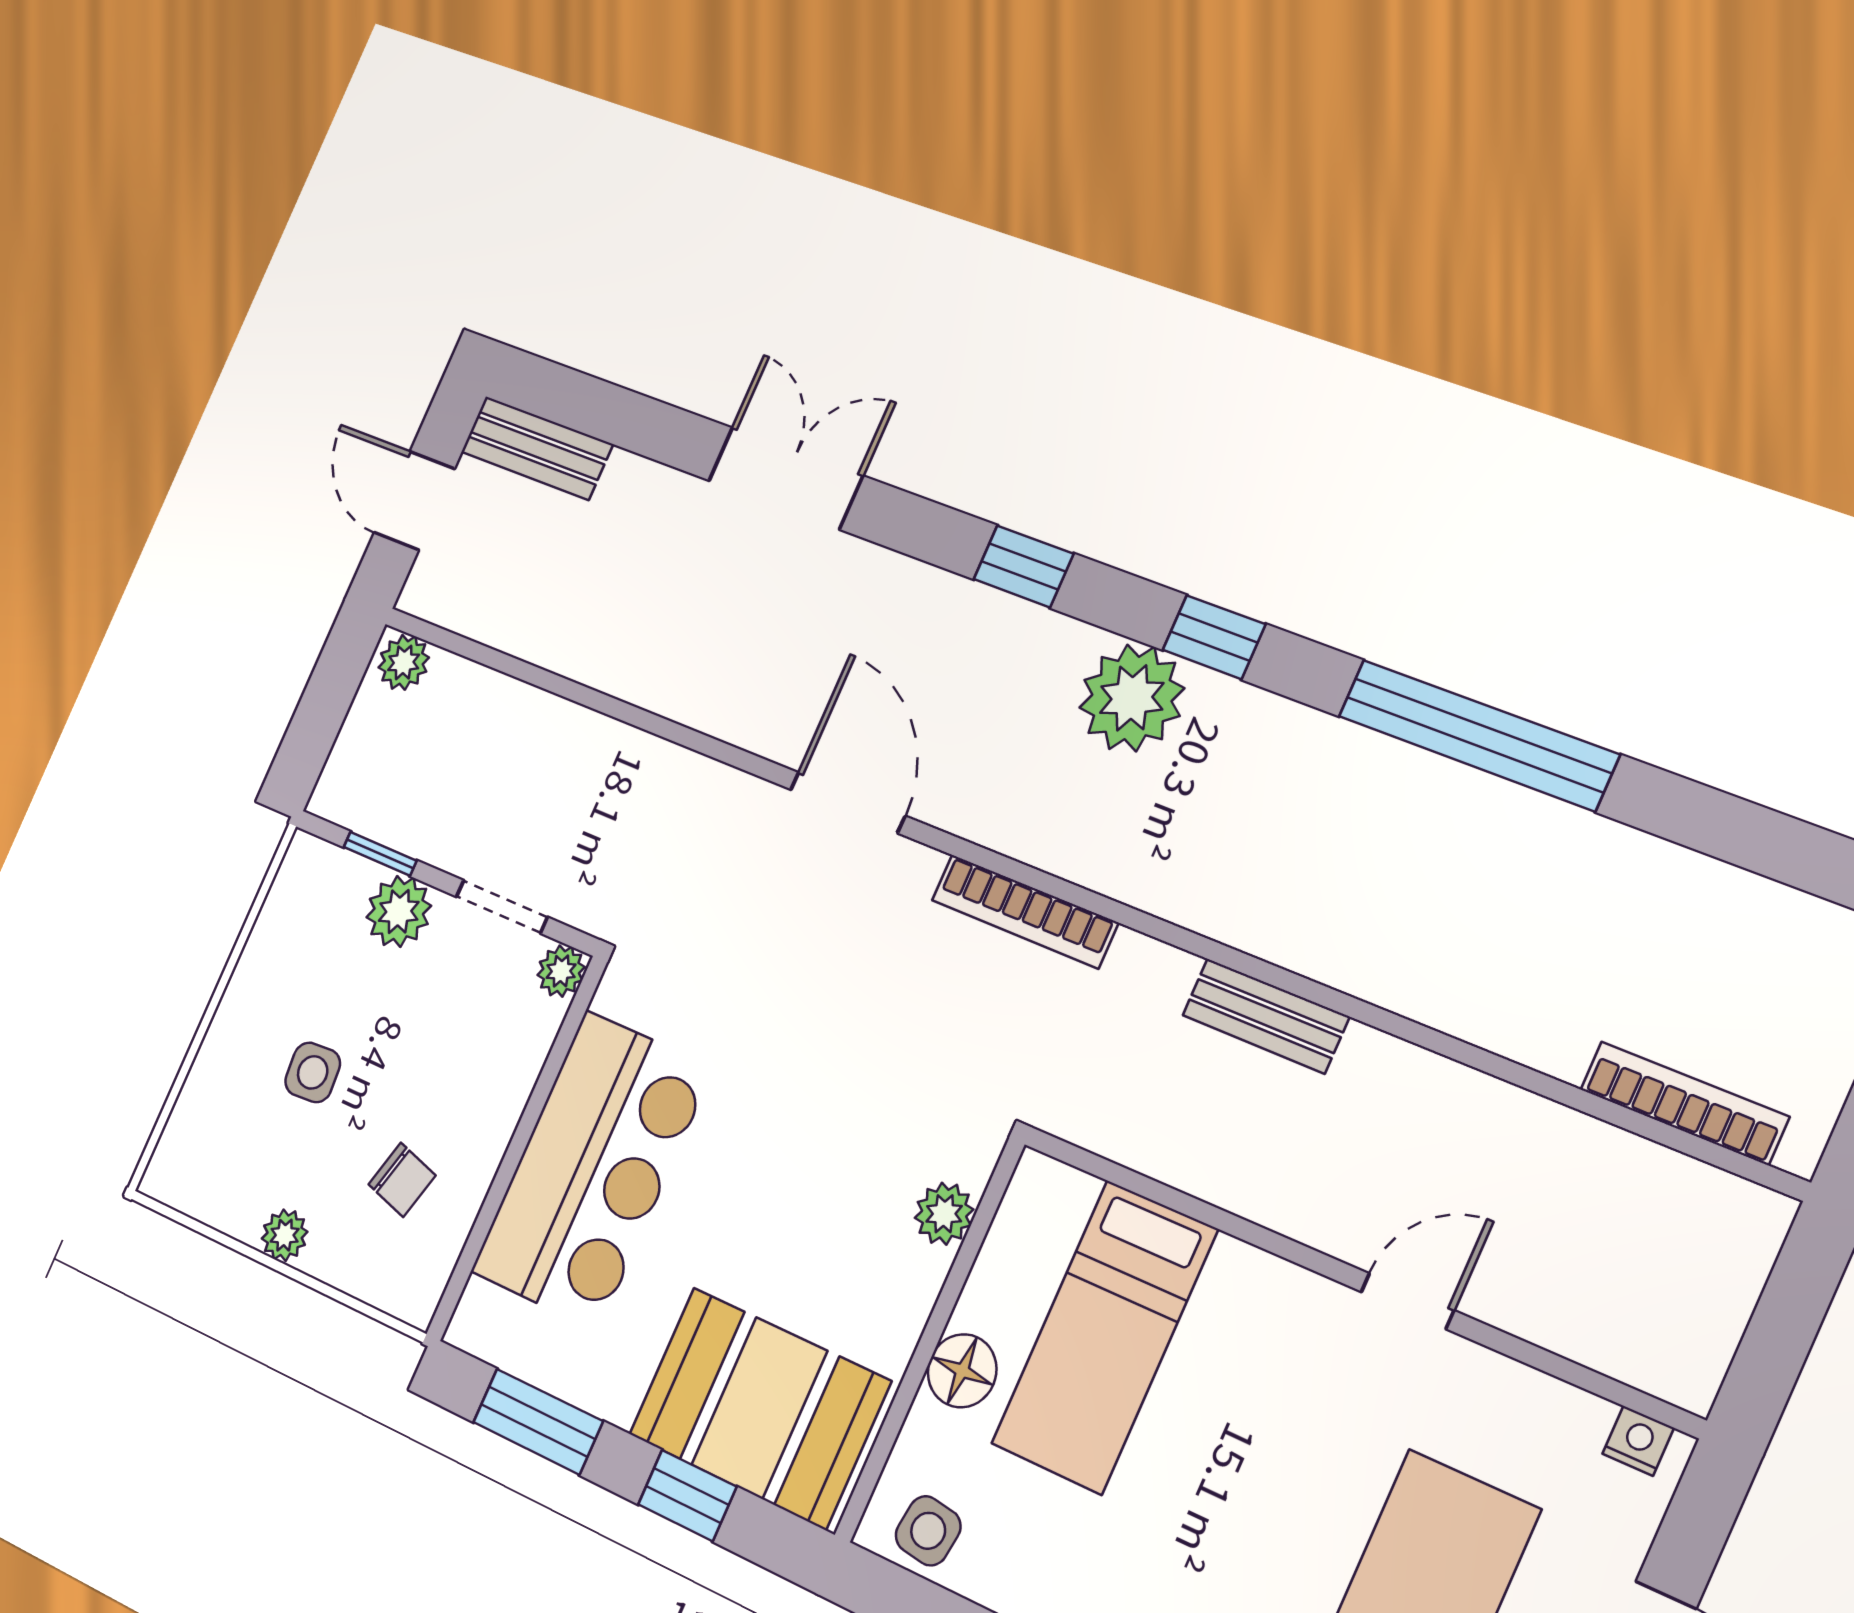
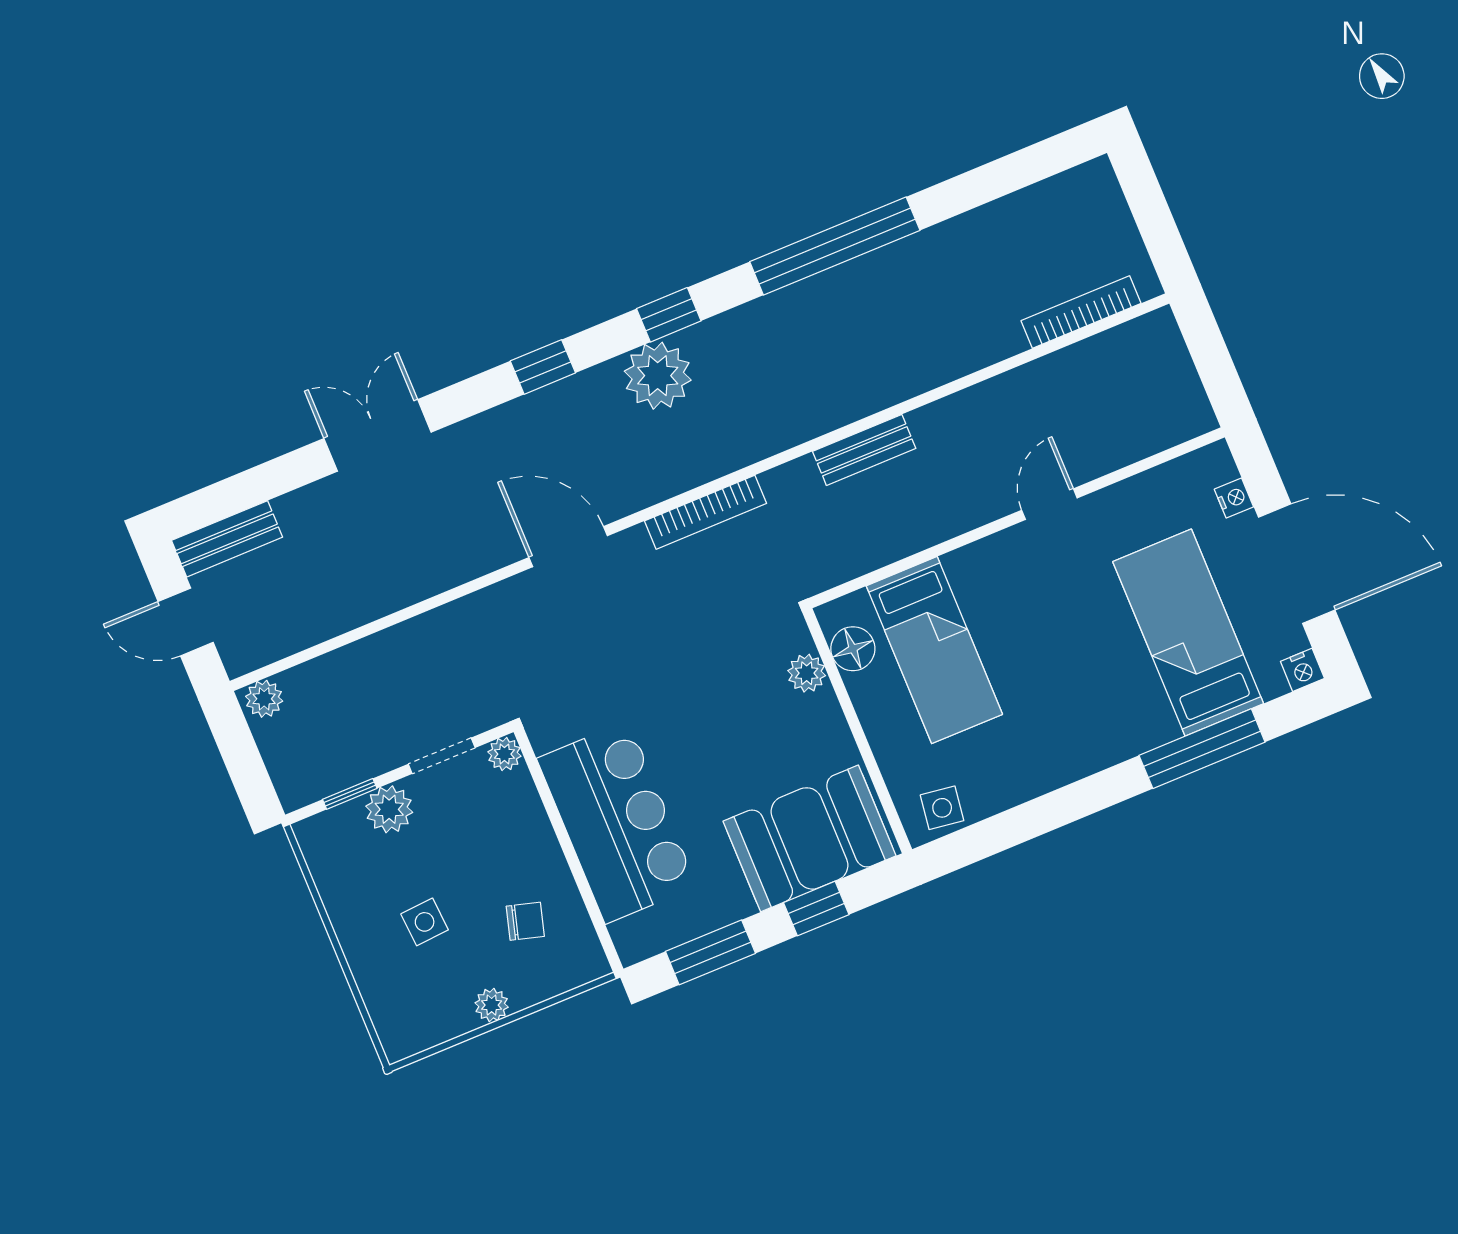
floor lamp: (962, 1371) -> (853, 649), moved
nightstand: (1638, 1441) -> (1234, 498), moved, turned 90

